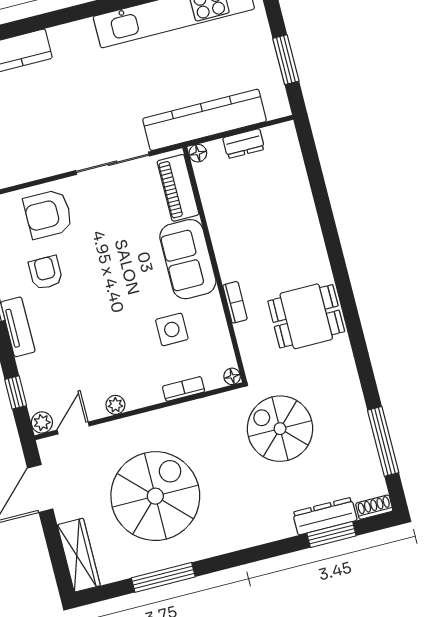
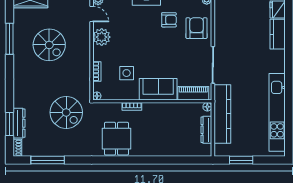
dresser: (244, 144) -> (206, 130), width x1.44
plant: (115, 405) -> (102, 37), width x1.88, depth x1.88
spiral stairs: (280, 429) -> (66, 112), turned 90
spiral stairs: (155, 496) -> (49, 45), width x0.73, depth x0.73

